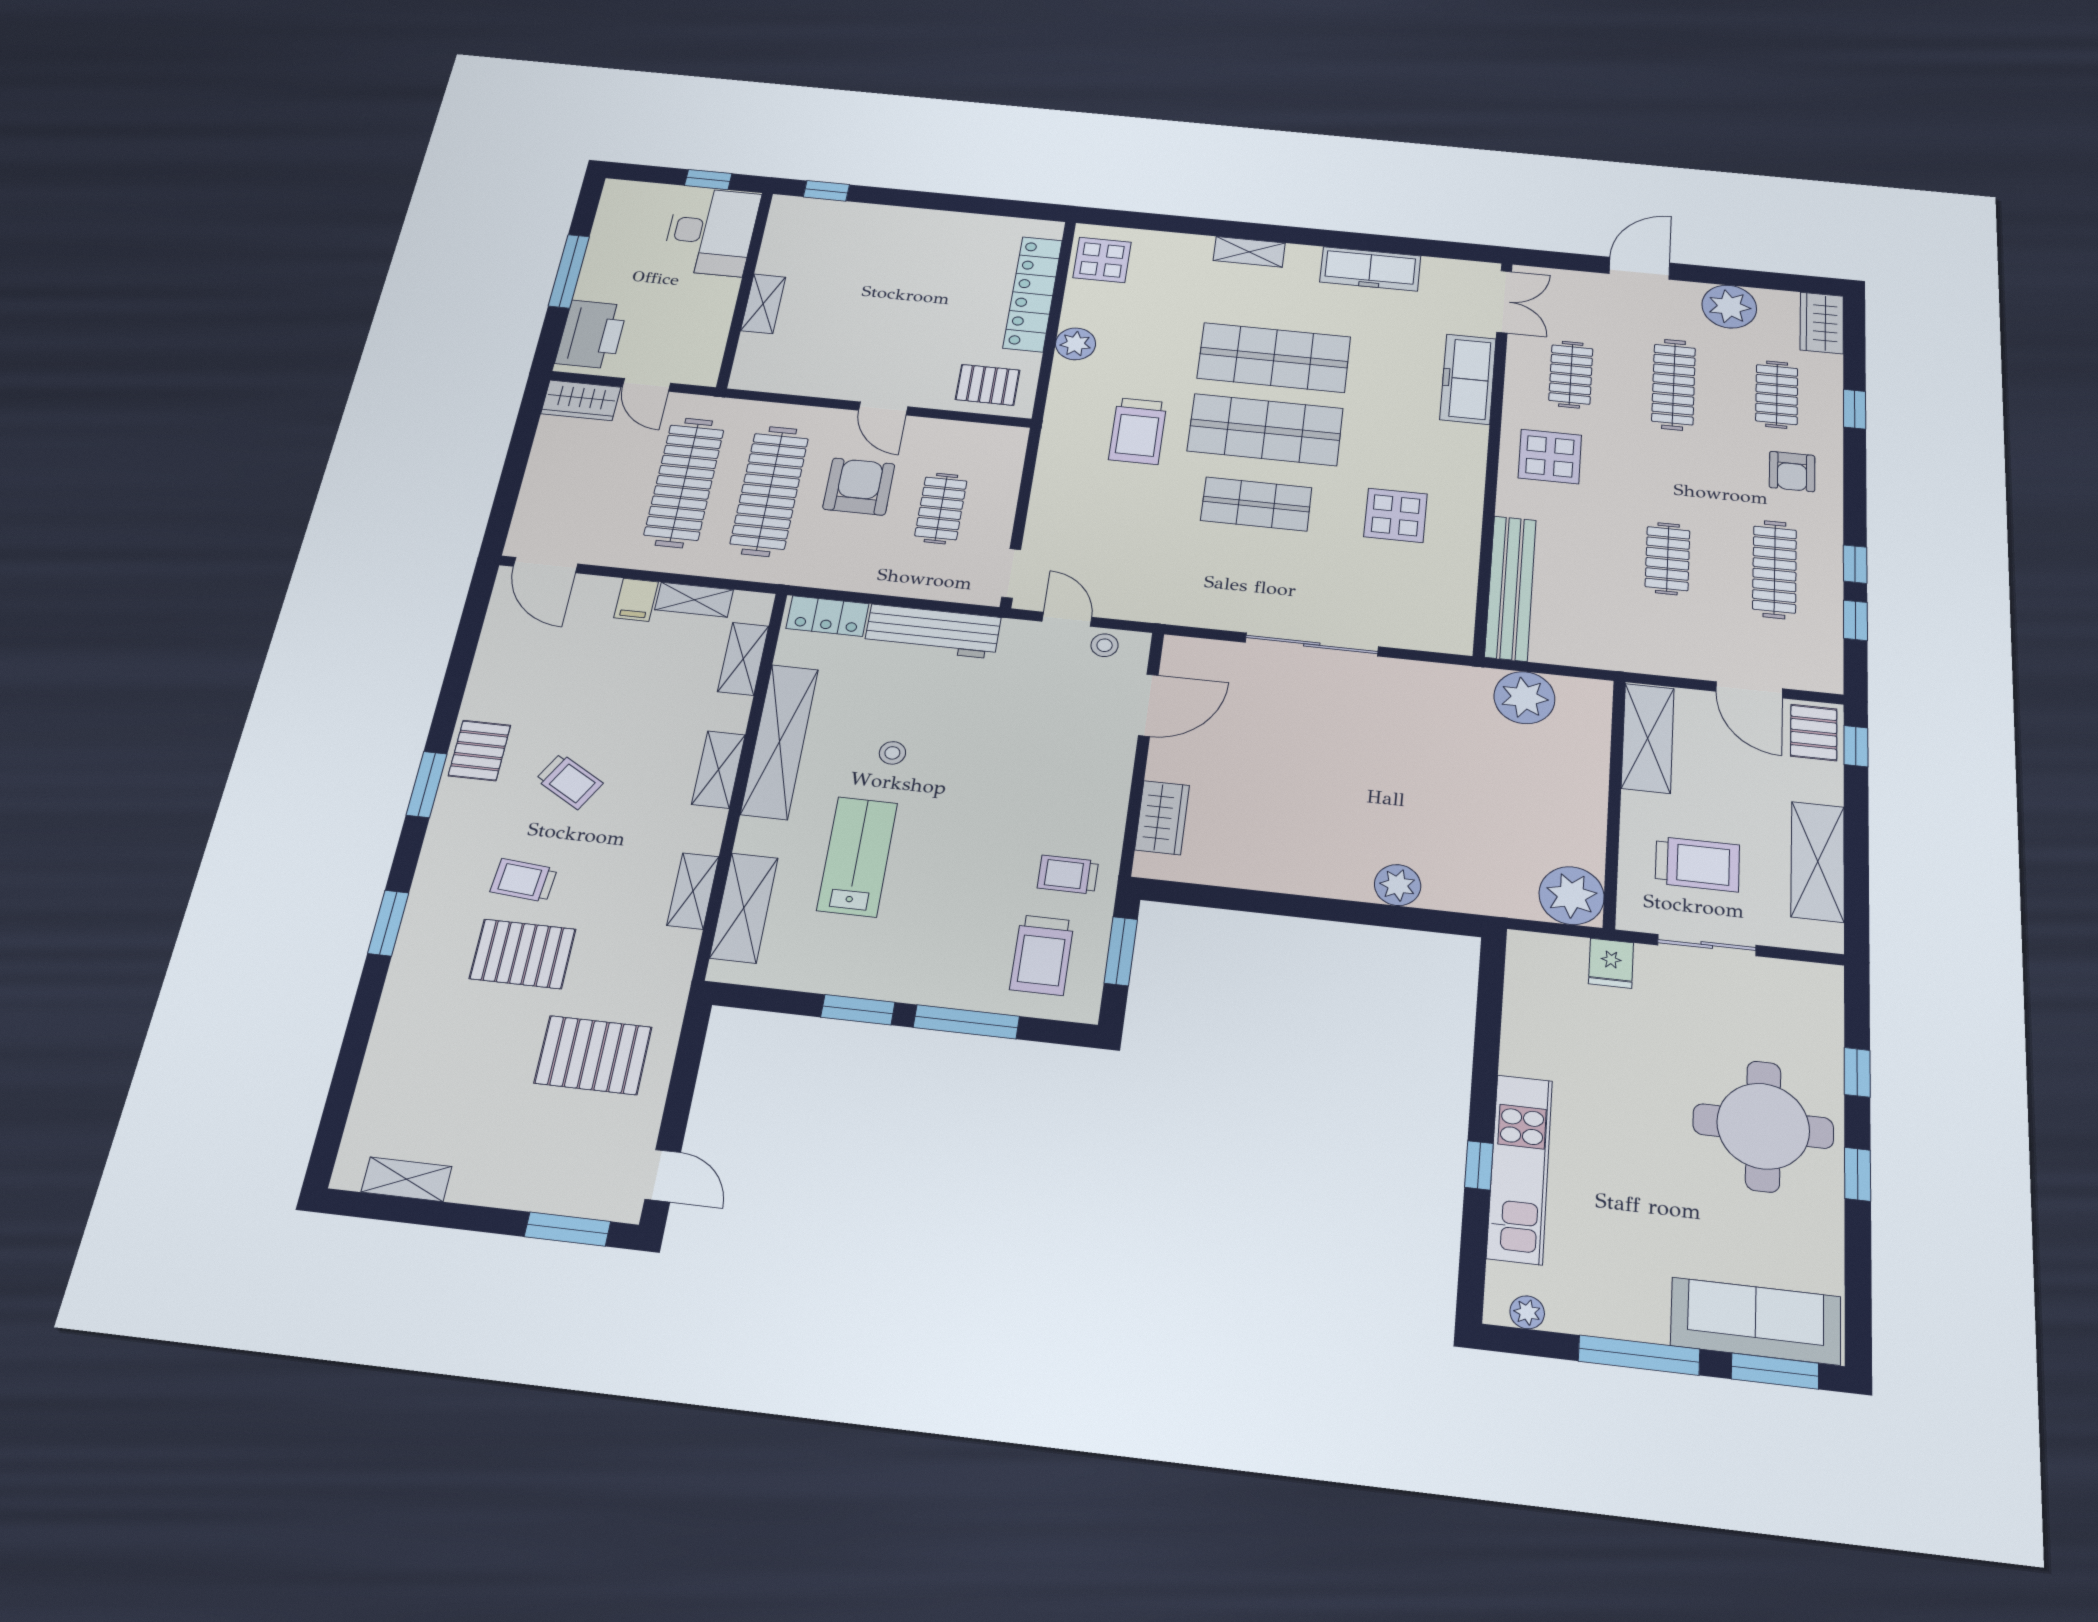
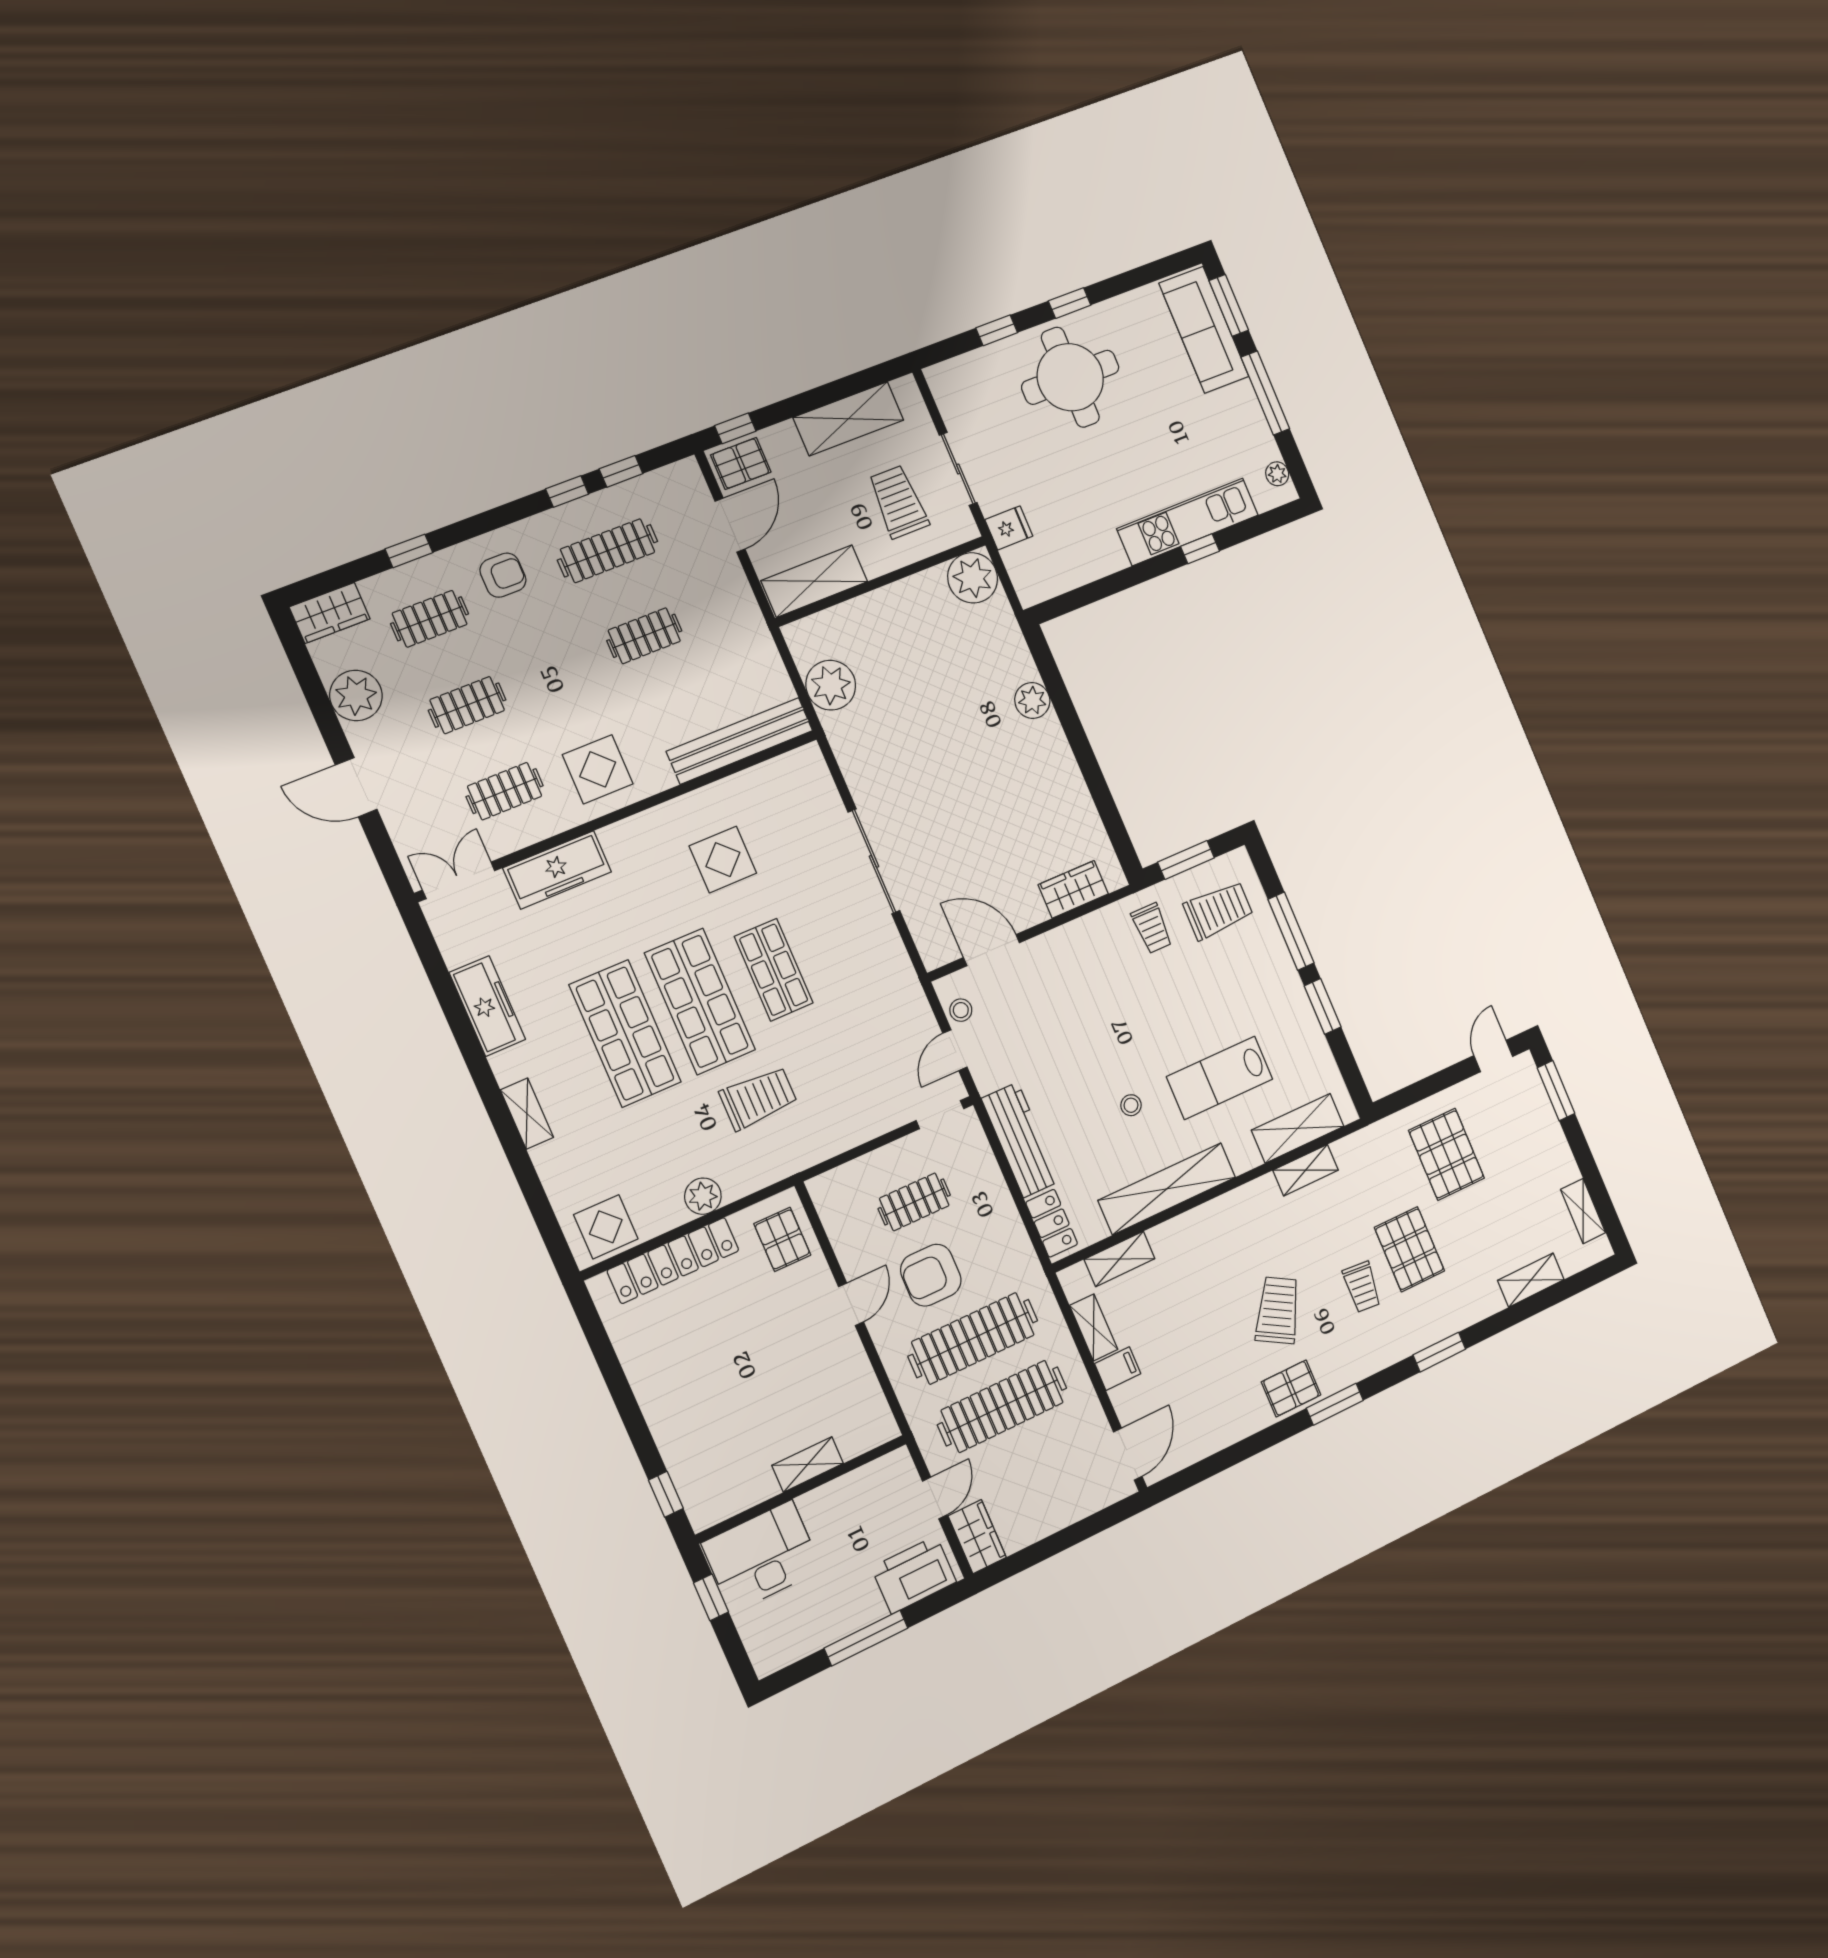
clothes rail: (1674, 384) -> (467, 705), width x0.73
shelving: (718, 770) -> (1531, 1280), moved
trolley: (569, 781) -> (1278, 1310), width x1.36, depth x1.39

